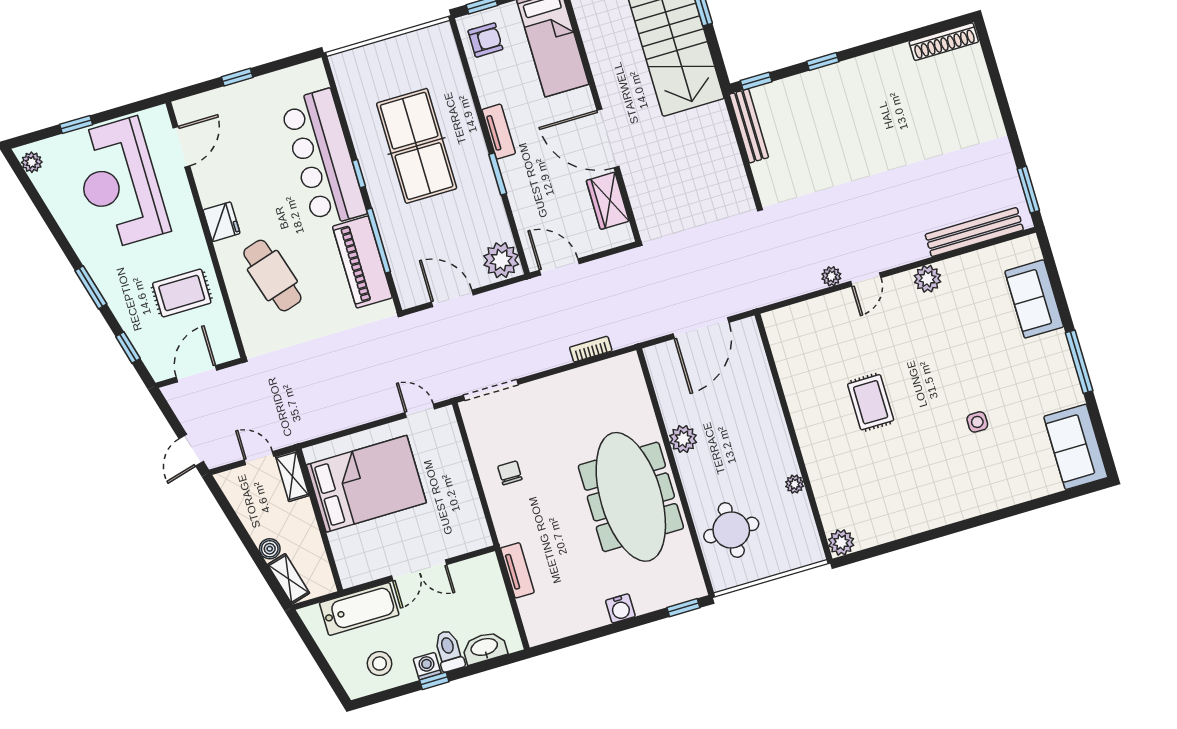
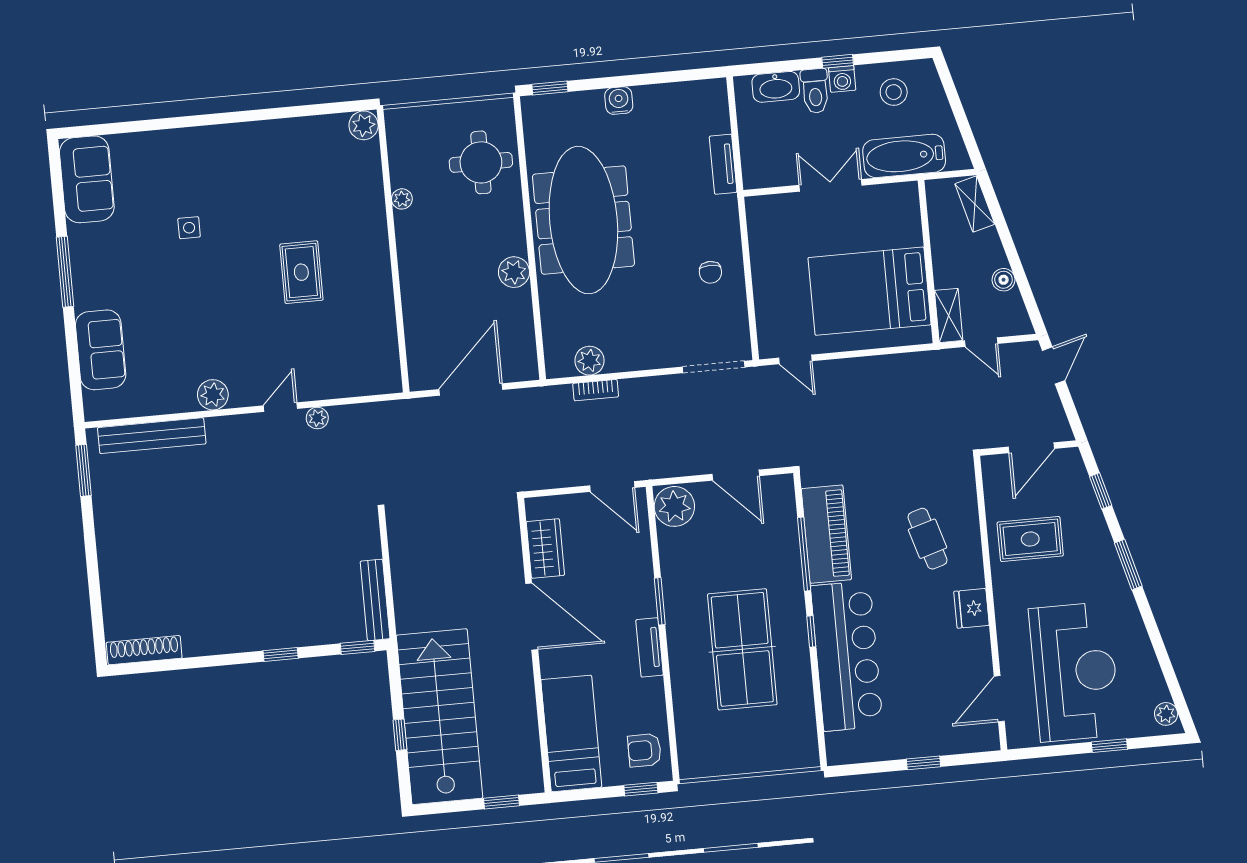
cafe table: (272, 276) -> (927, 539), width x0.73, depth x0.74
plant: (601, 374) -> (589, 361), added
boiler: (270, 549) -> (1004, 280), moved

